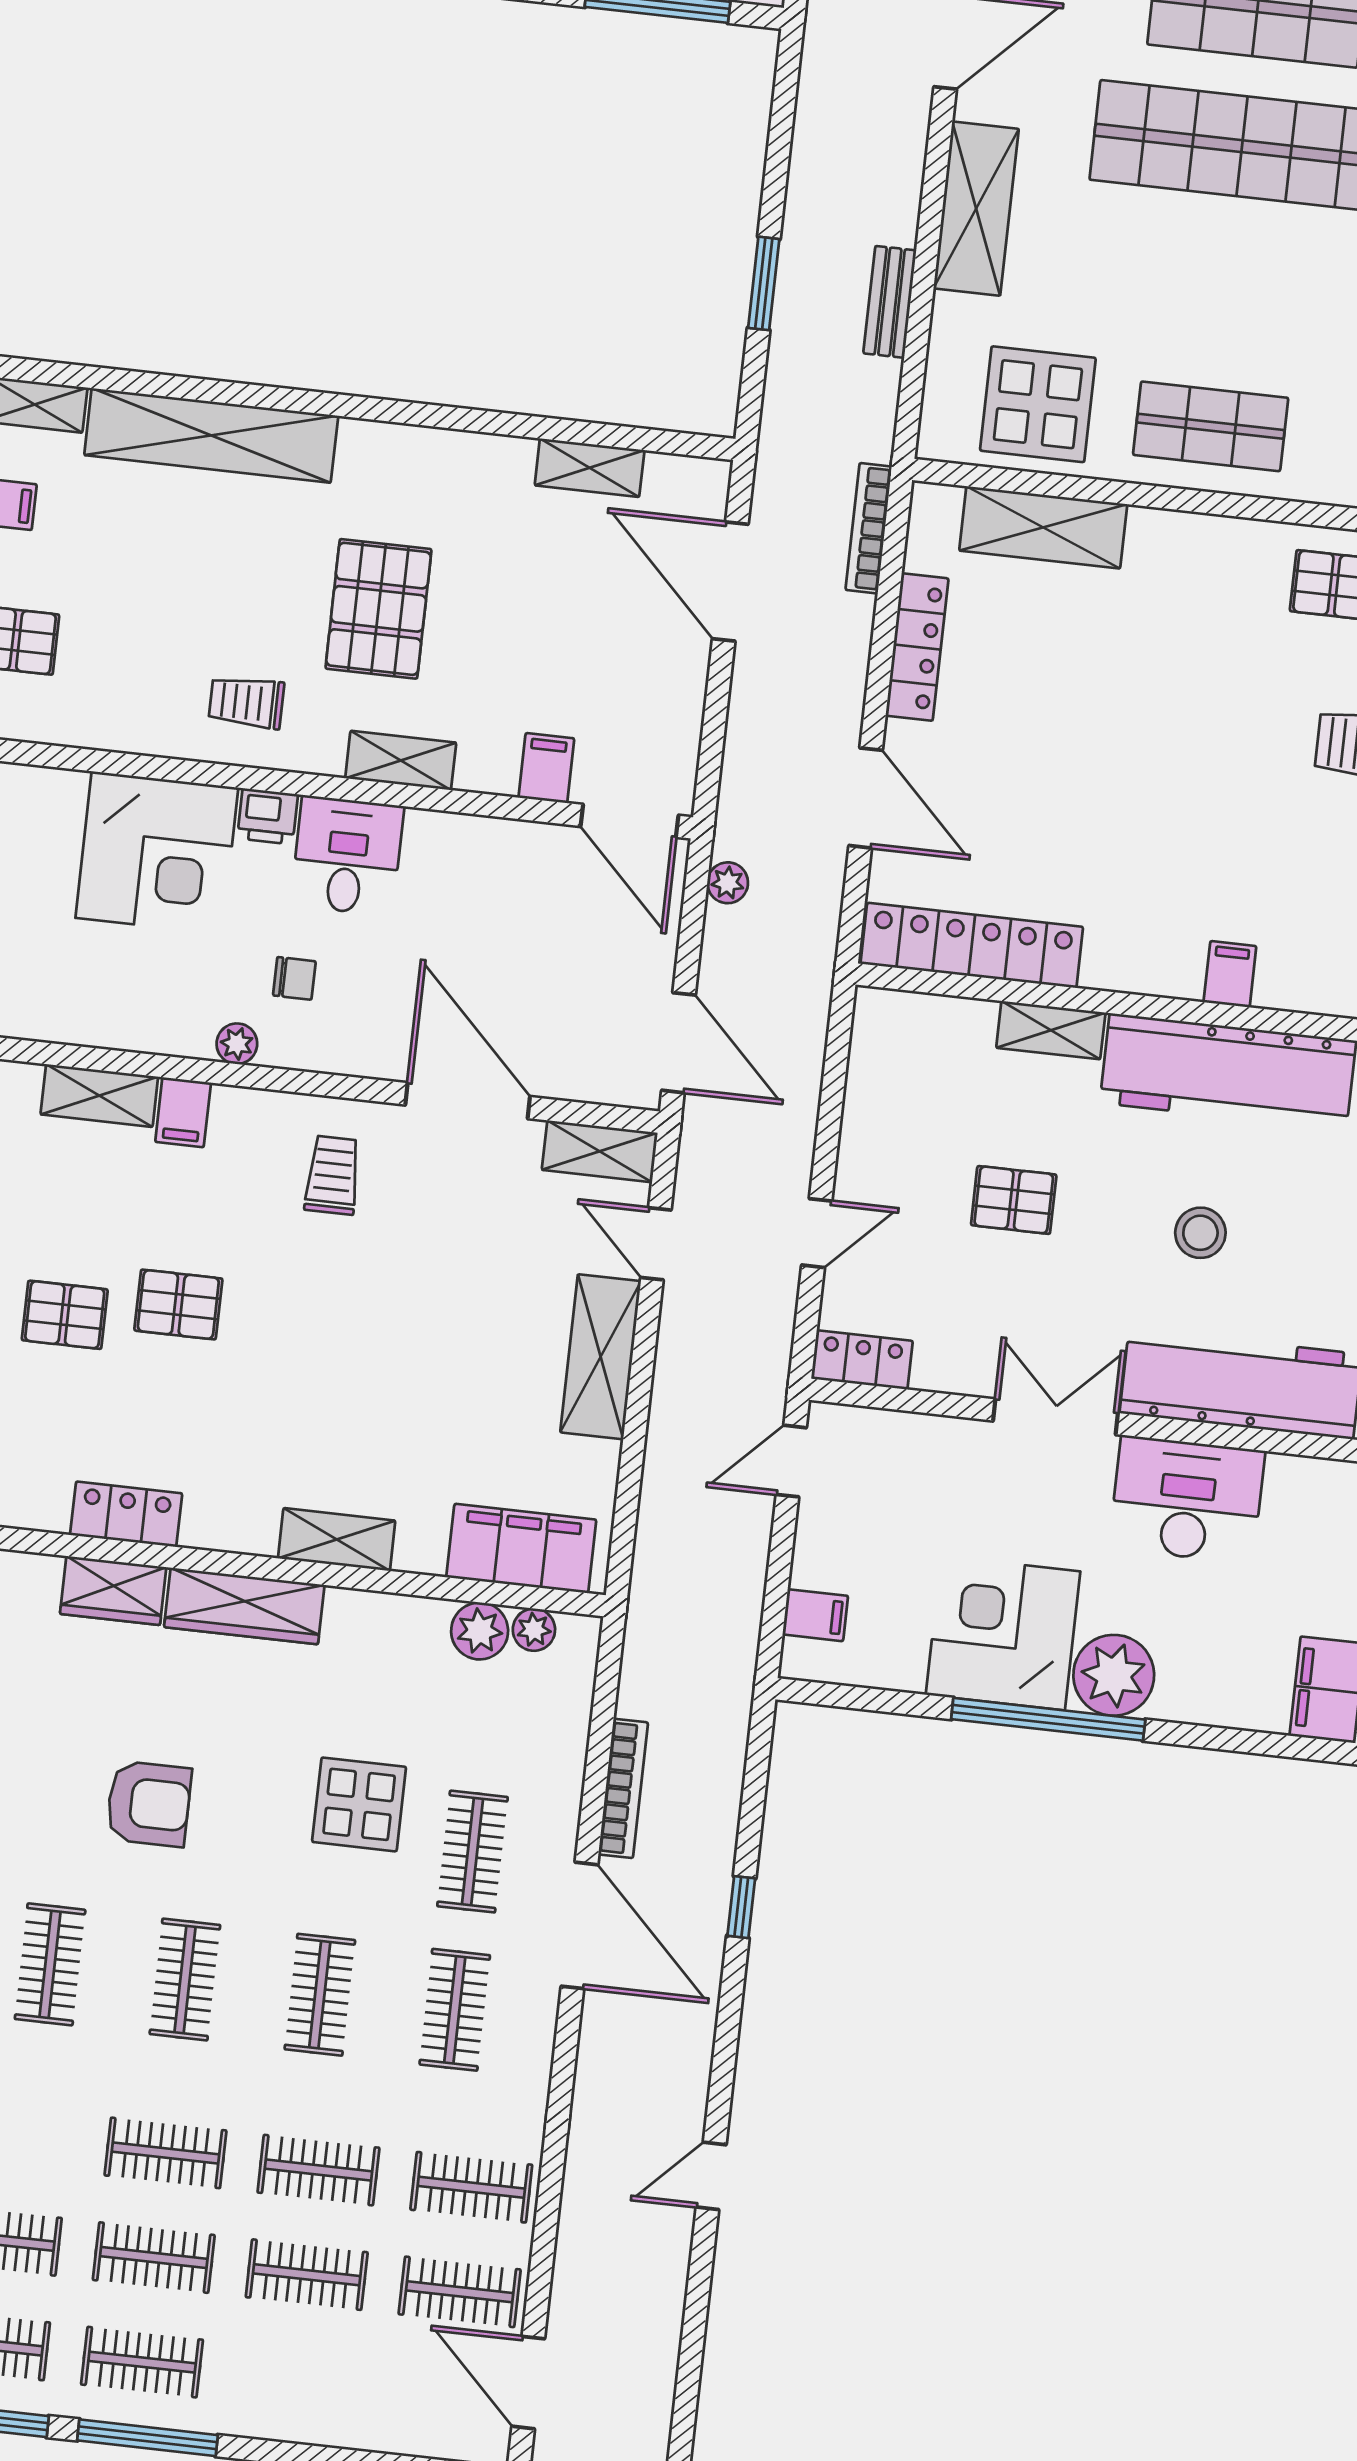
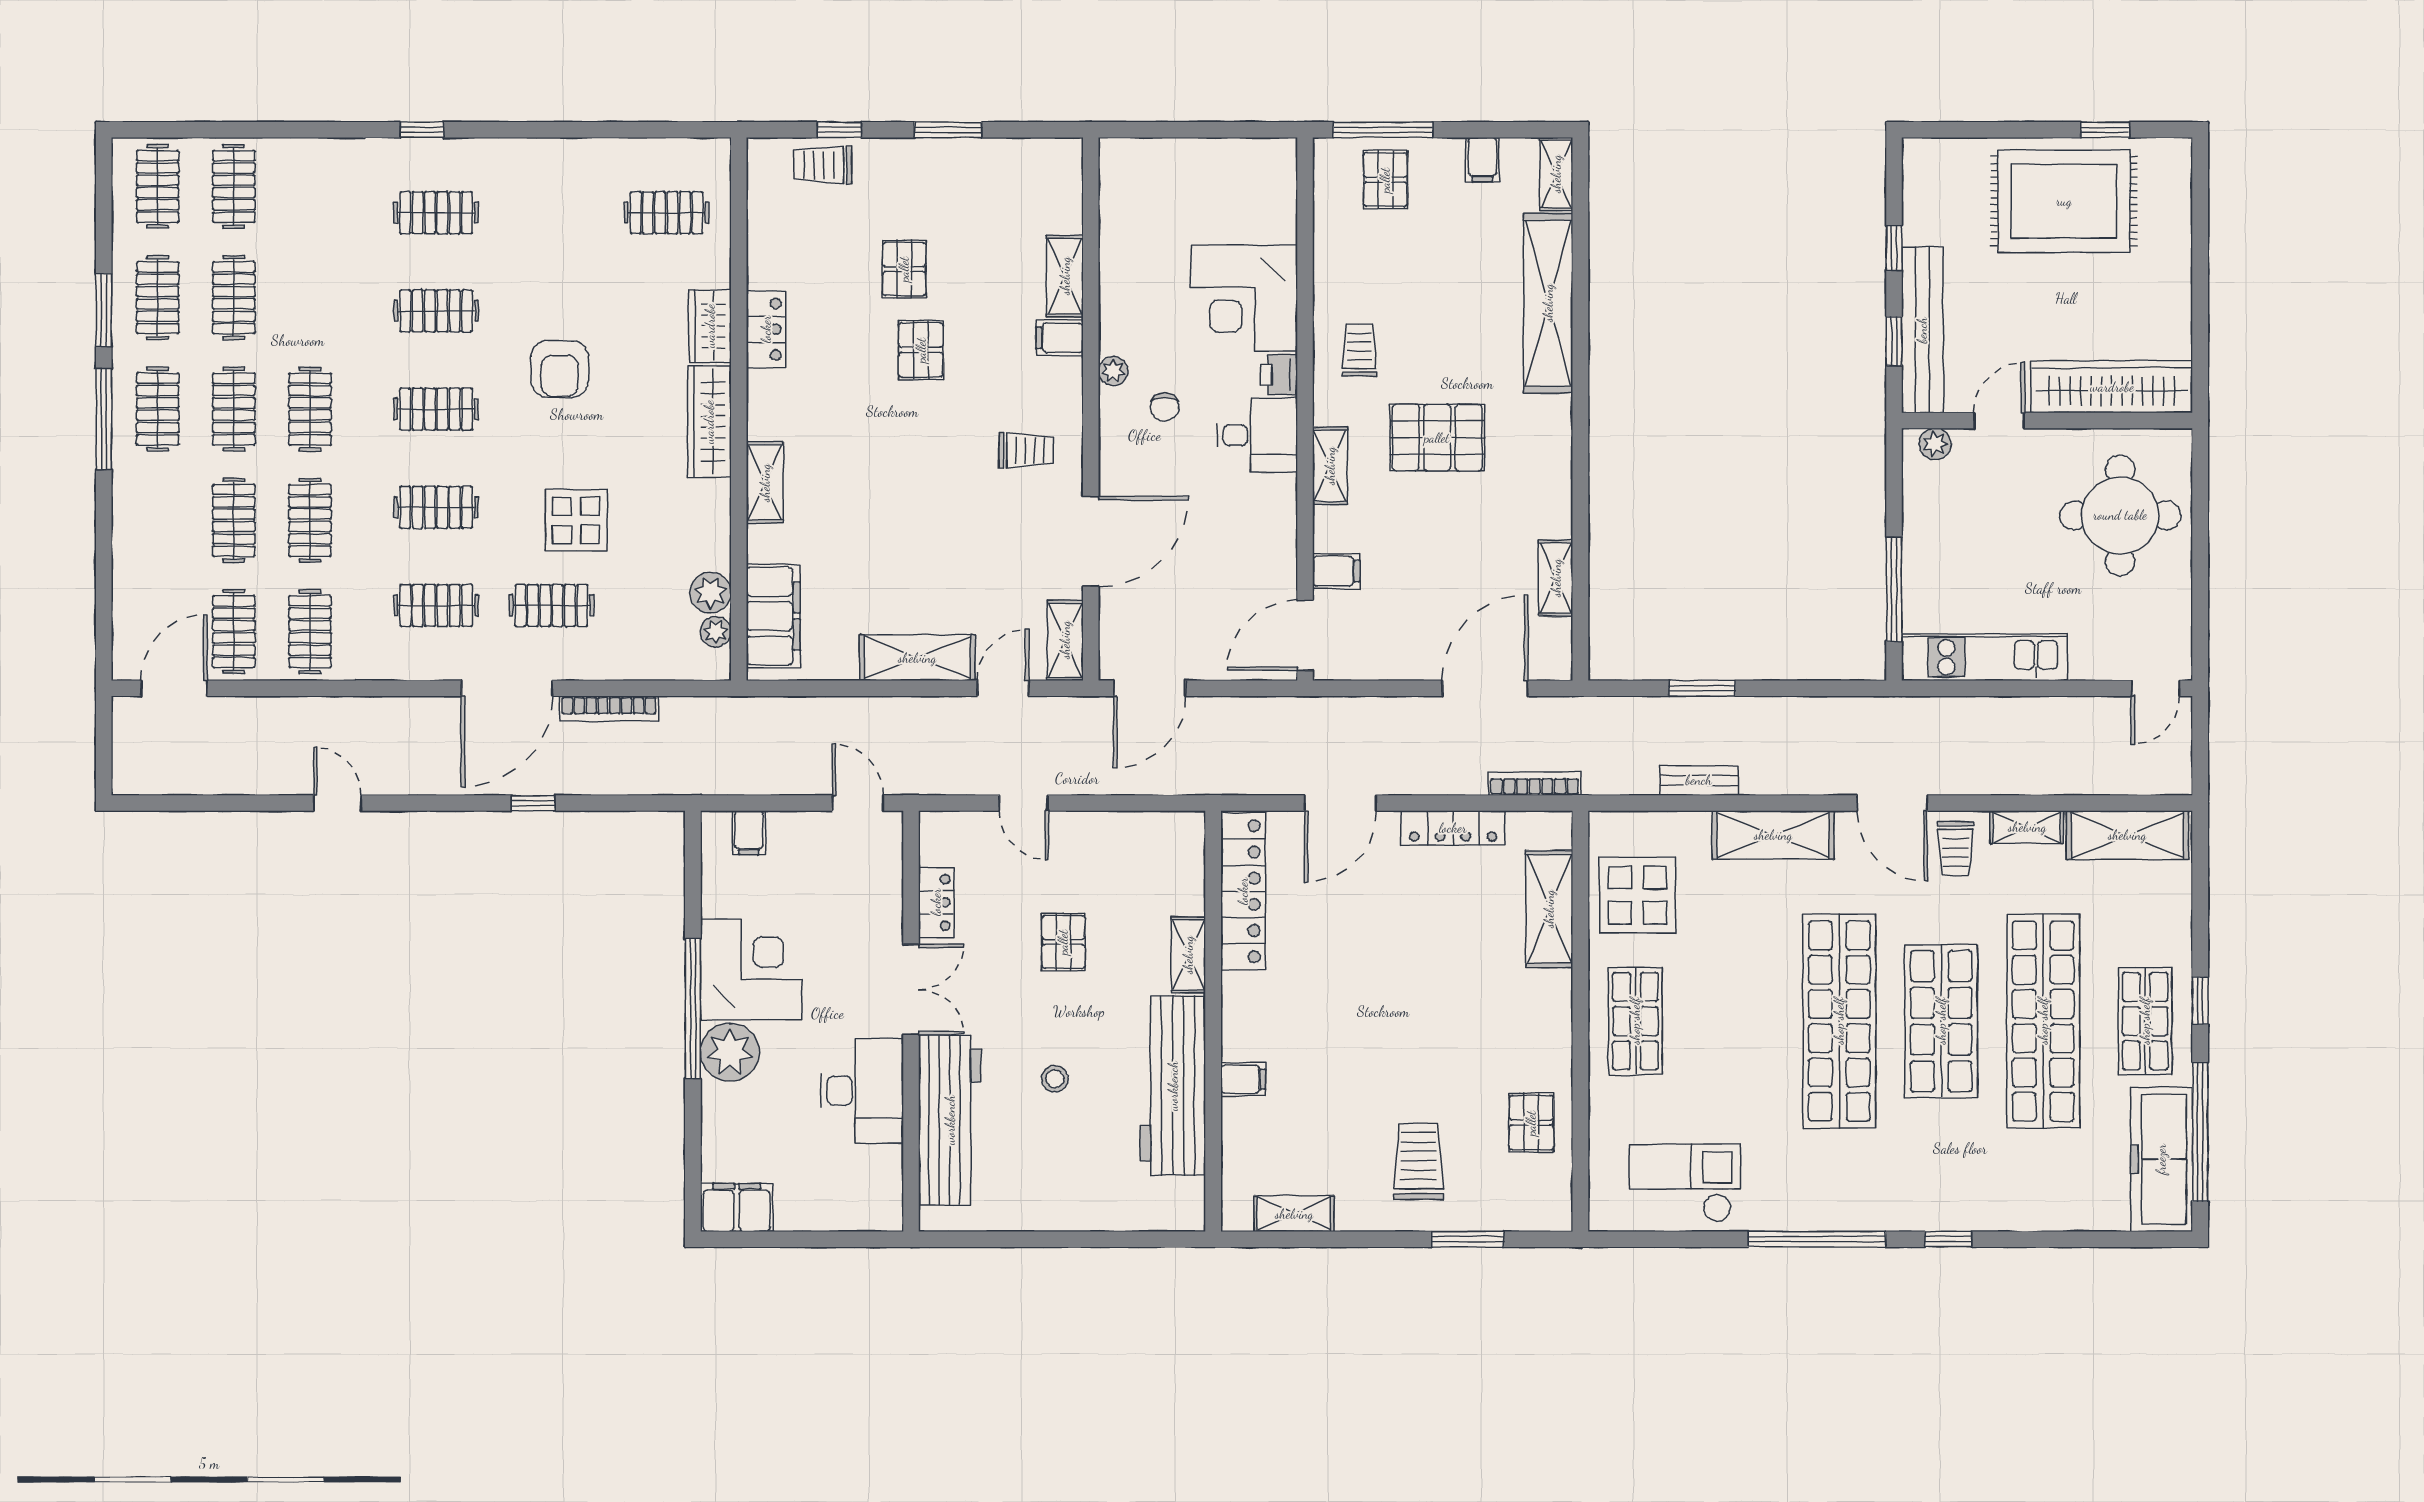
plant: (728, 883) -> (1268, 711), removed
stool: (1200, 1233) -> (1055, 1079), width x0.73, depth x0.73
locker: (862, 1360) -> (936, 902), moved

